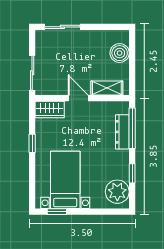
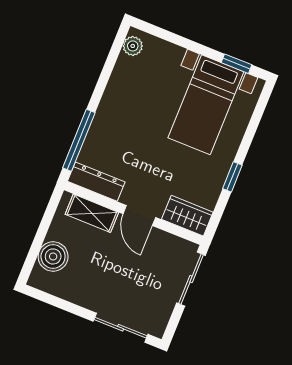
dresser: (122, 132) -> (96, 182), moved, turned -90
window: (132, 173) -> (105, 75), removed
plant: (117, 192) -> (133, 46), width x0.53, depth x0.53

